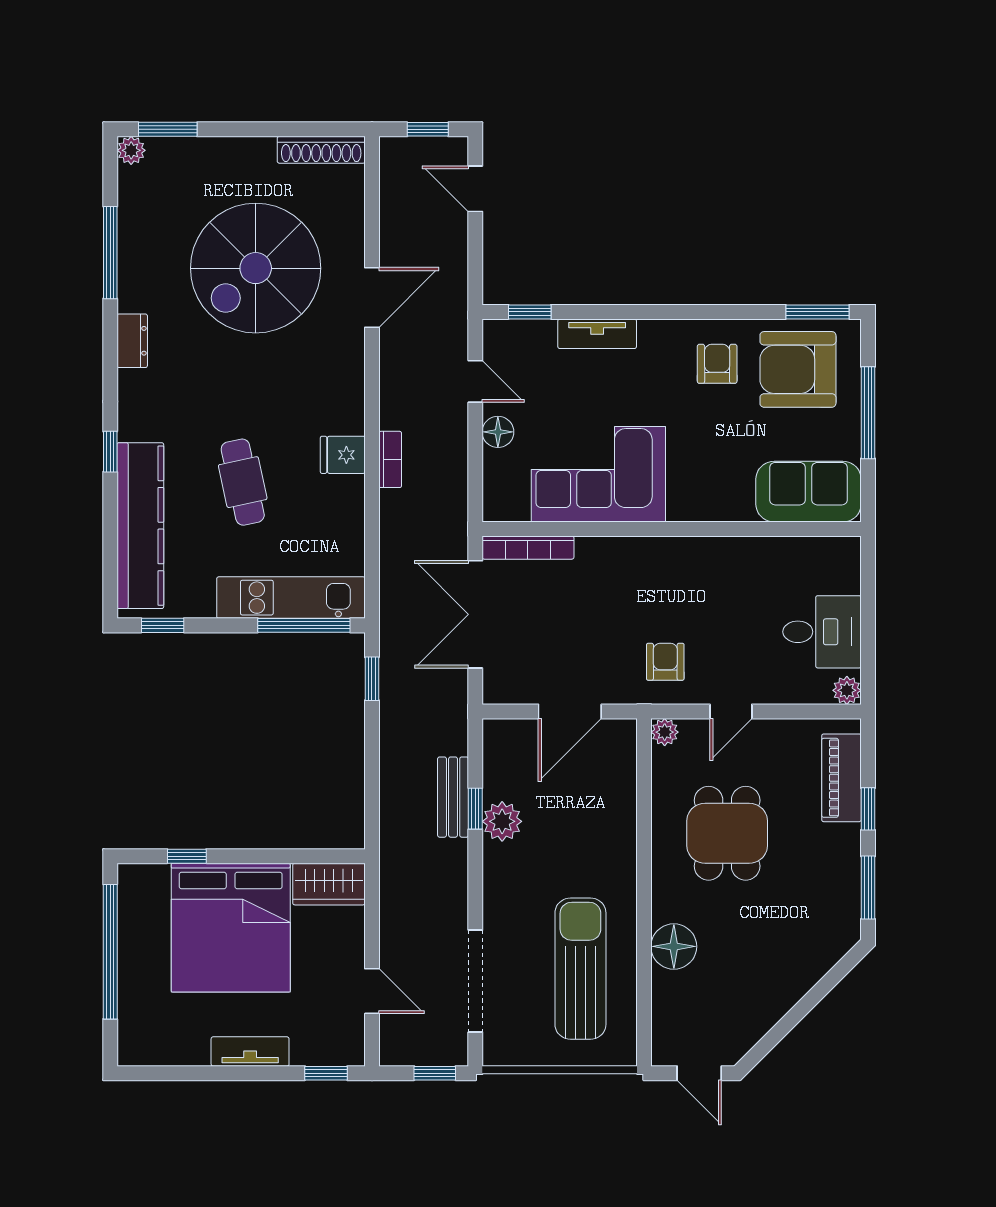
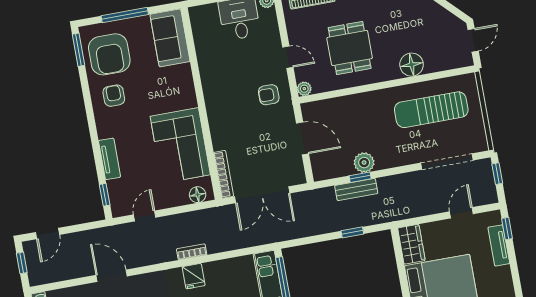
armchair: (717, 364) -> (114, 96), turned 90
floor lamp: (498, 432) -> (198, 195), moved
window: (372, 679) -> (352, 232), moved
dining table: (727, 833) -> (350, 48), turned 90
tv unit: (250, 1051) -> (499, 245), moved

